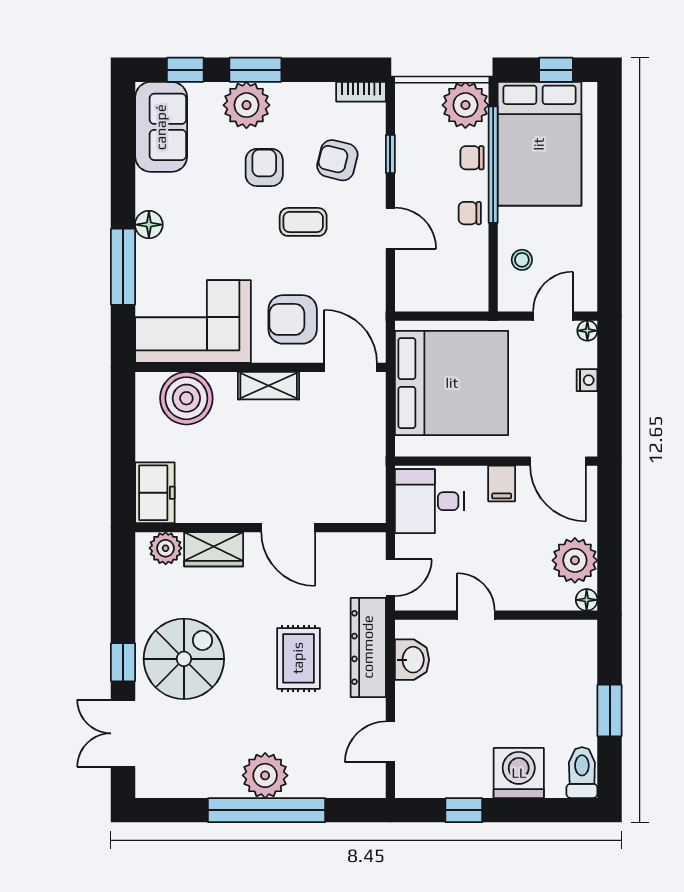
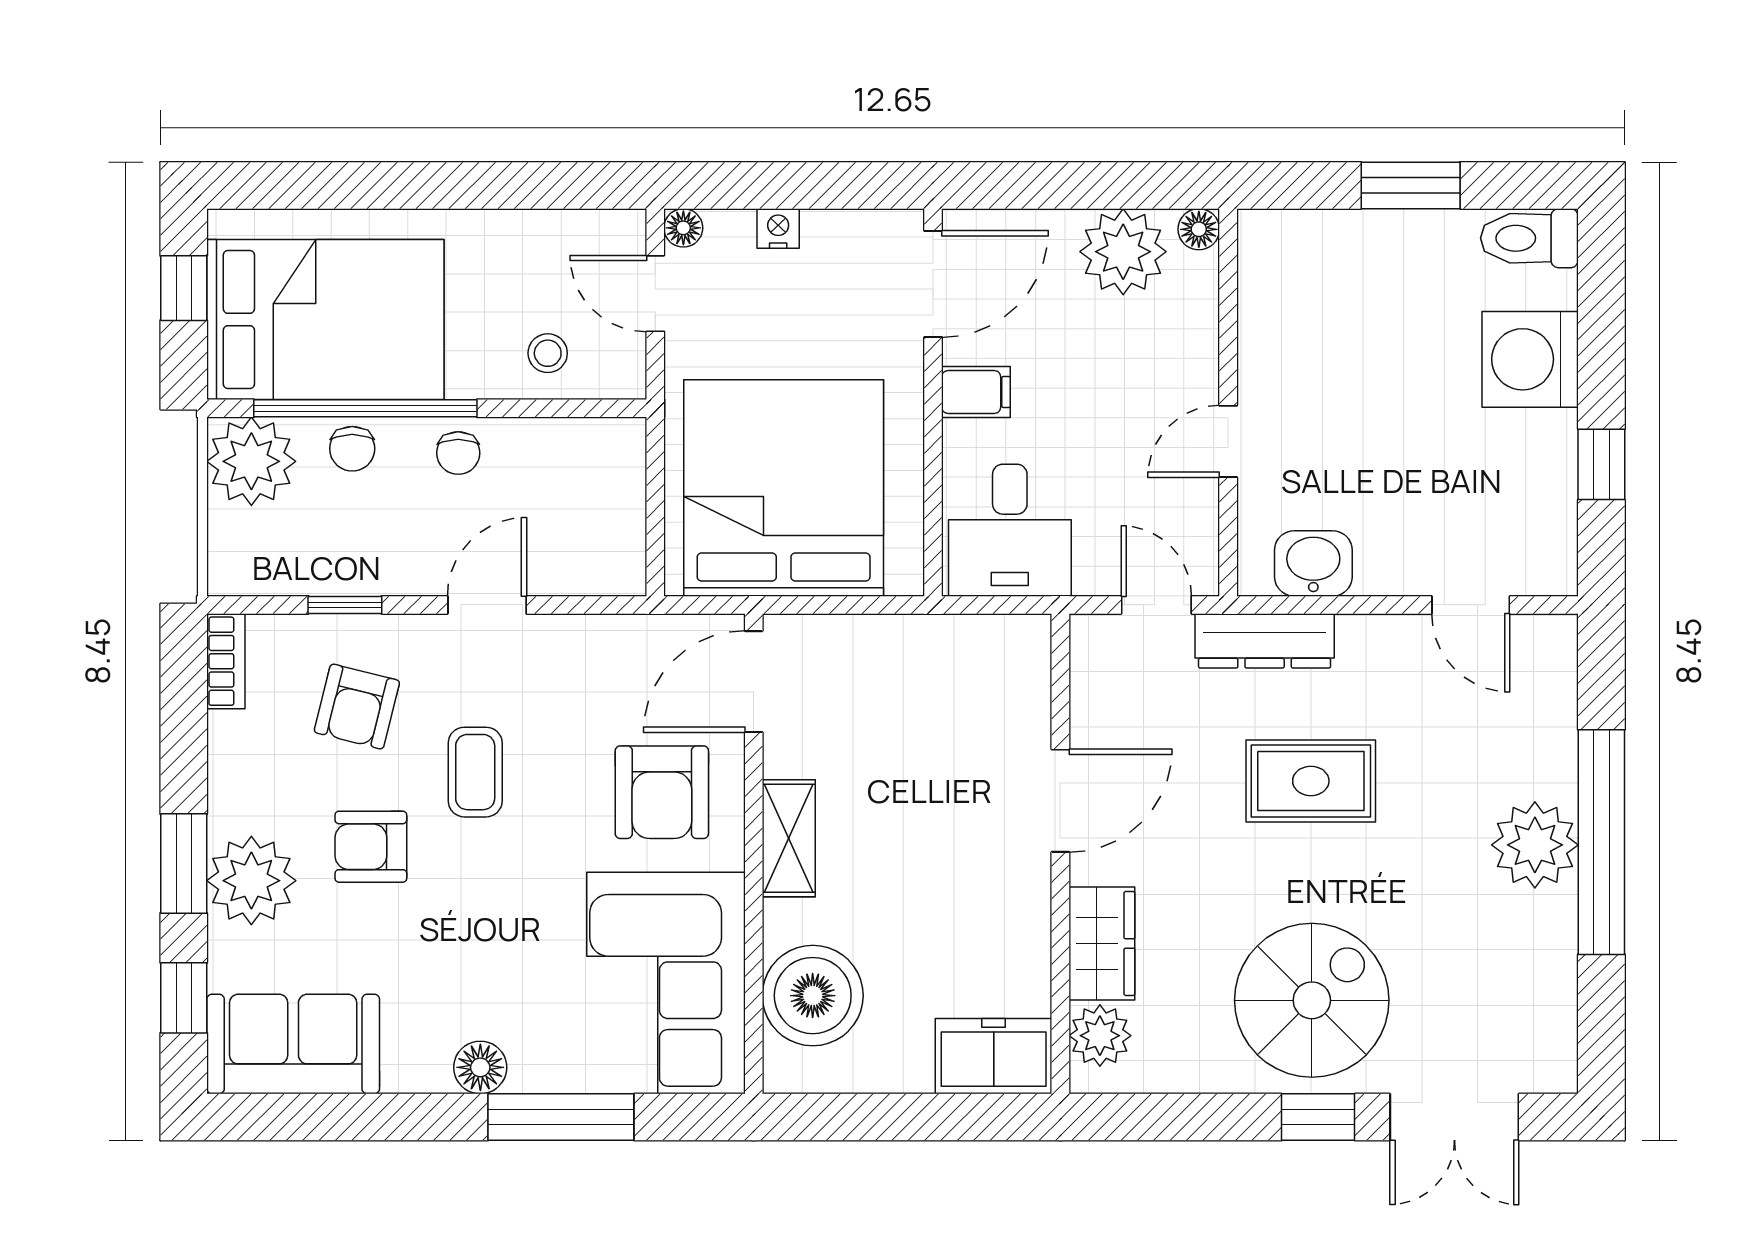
dresser: (368, 647) -> (1265, 641), width x0.73, depth x0.80
spiral stairs: (184, 659) -> (1312, 1000), turned 90

